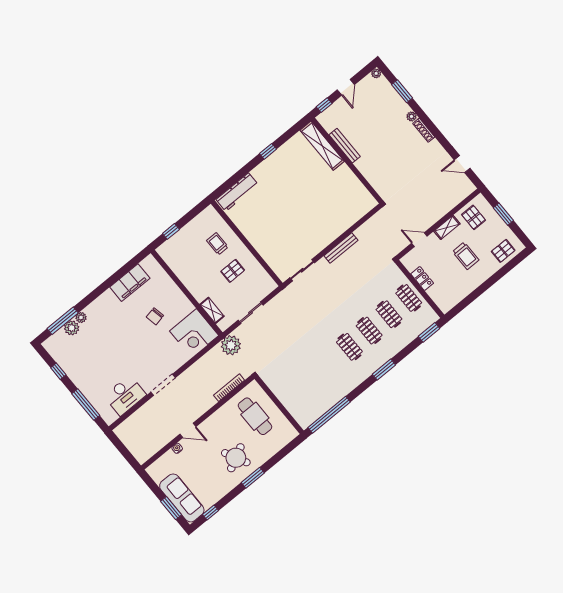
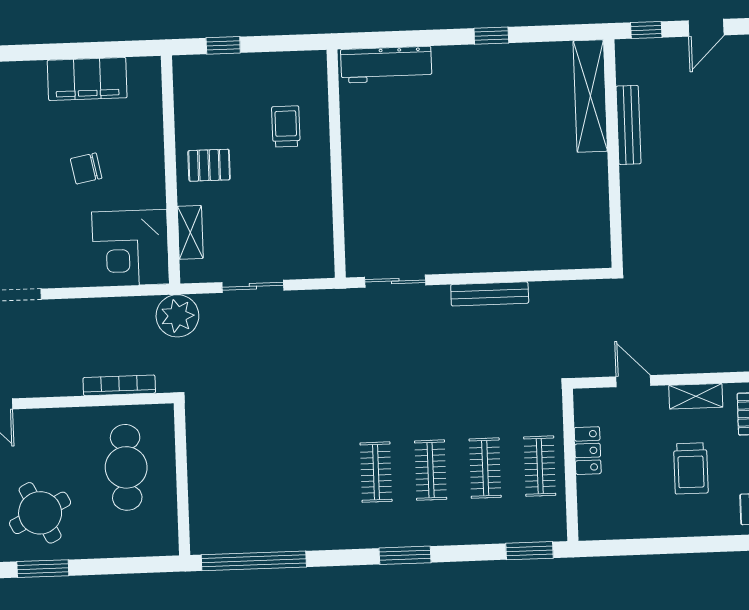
pallet: (233, 271) -> (209, 165), moved

